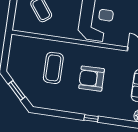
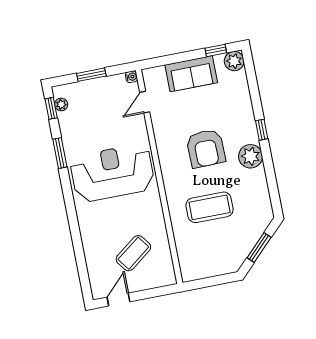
plant: (77, 105) -> (251, 156), added

